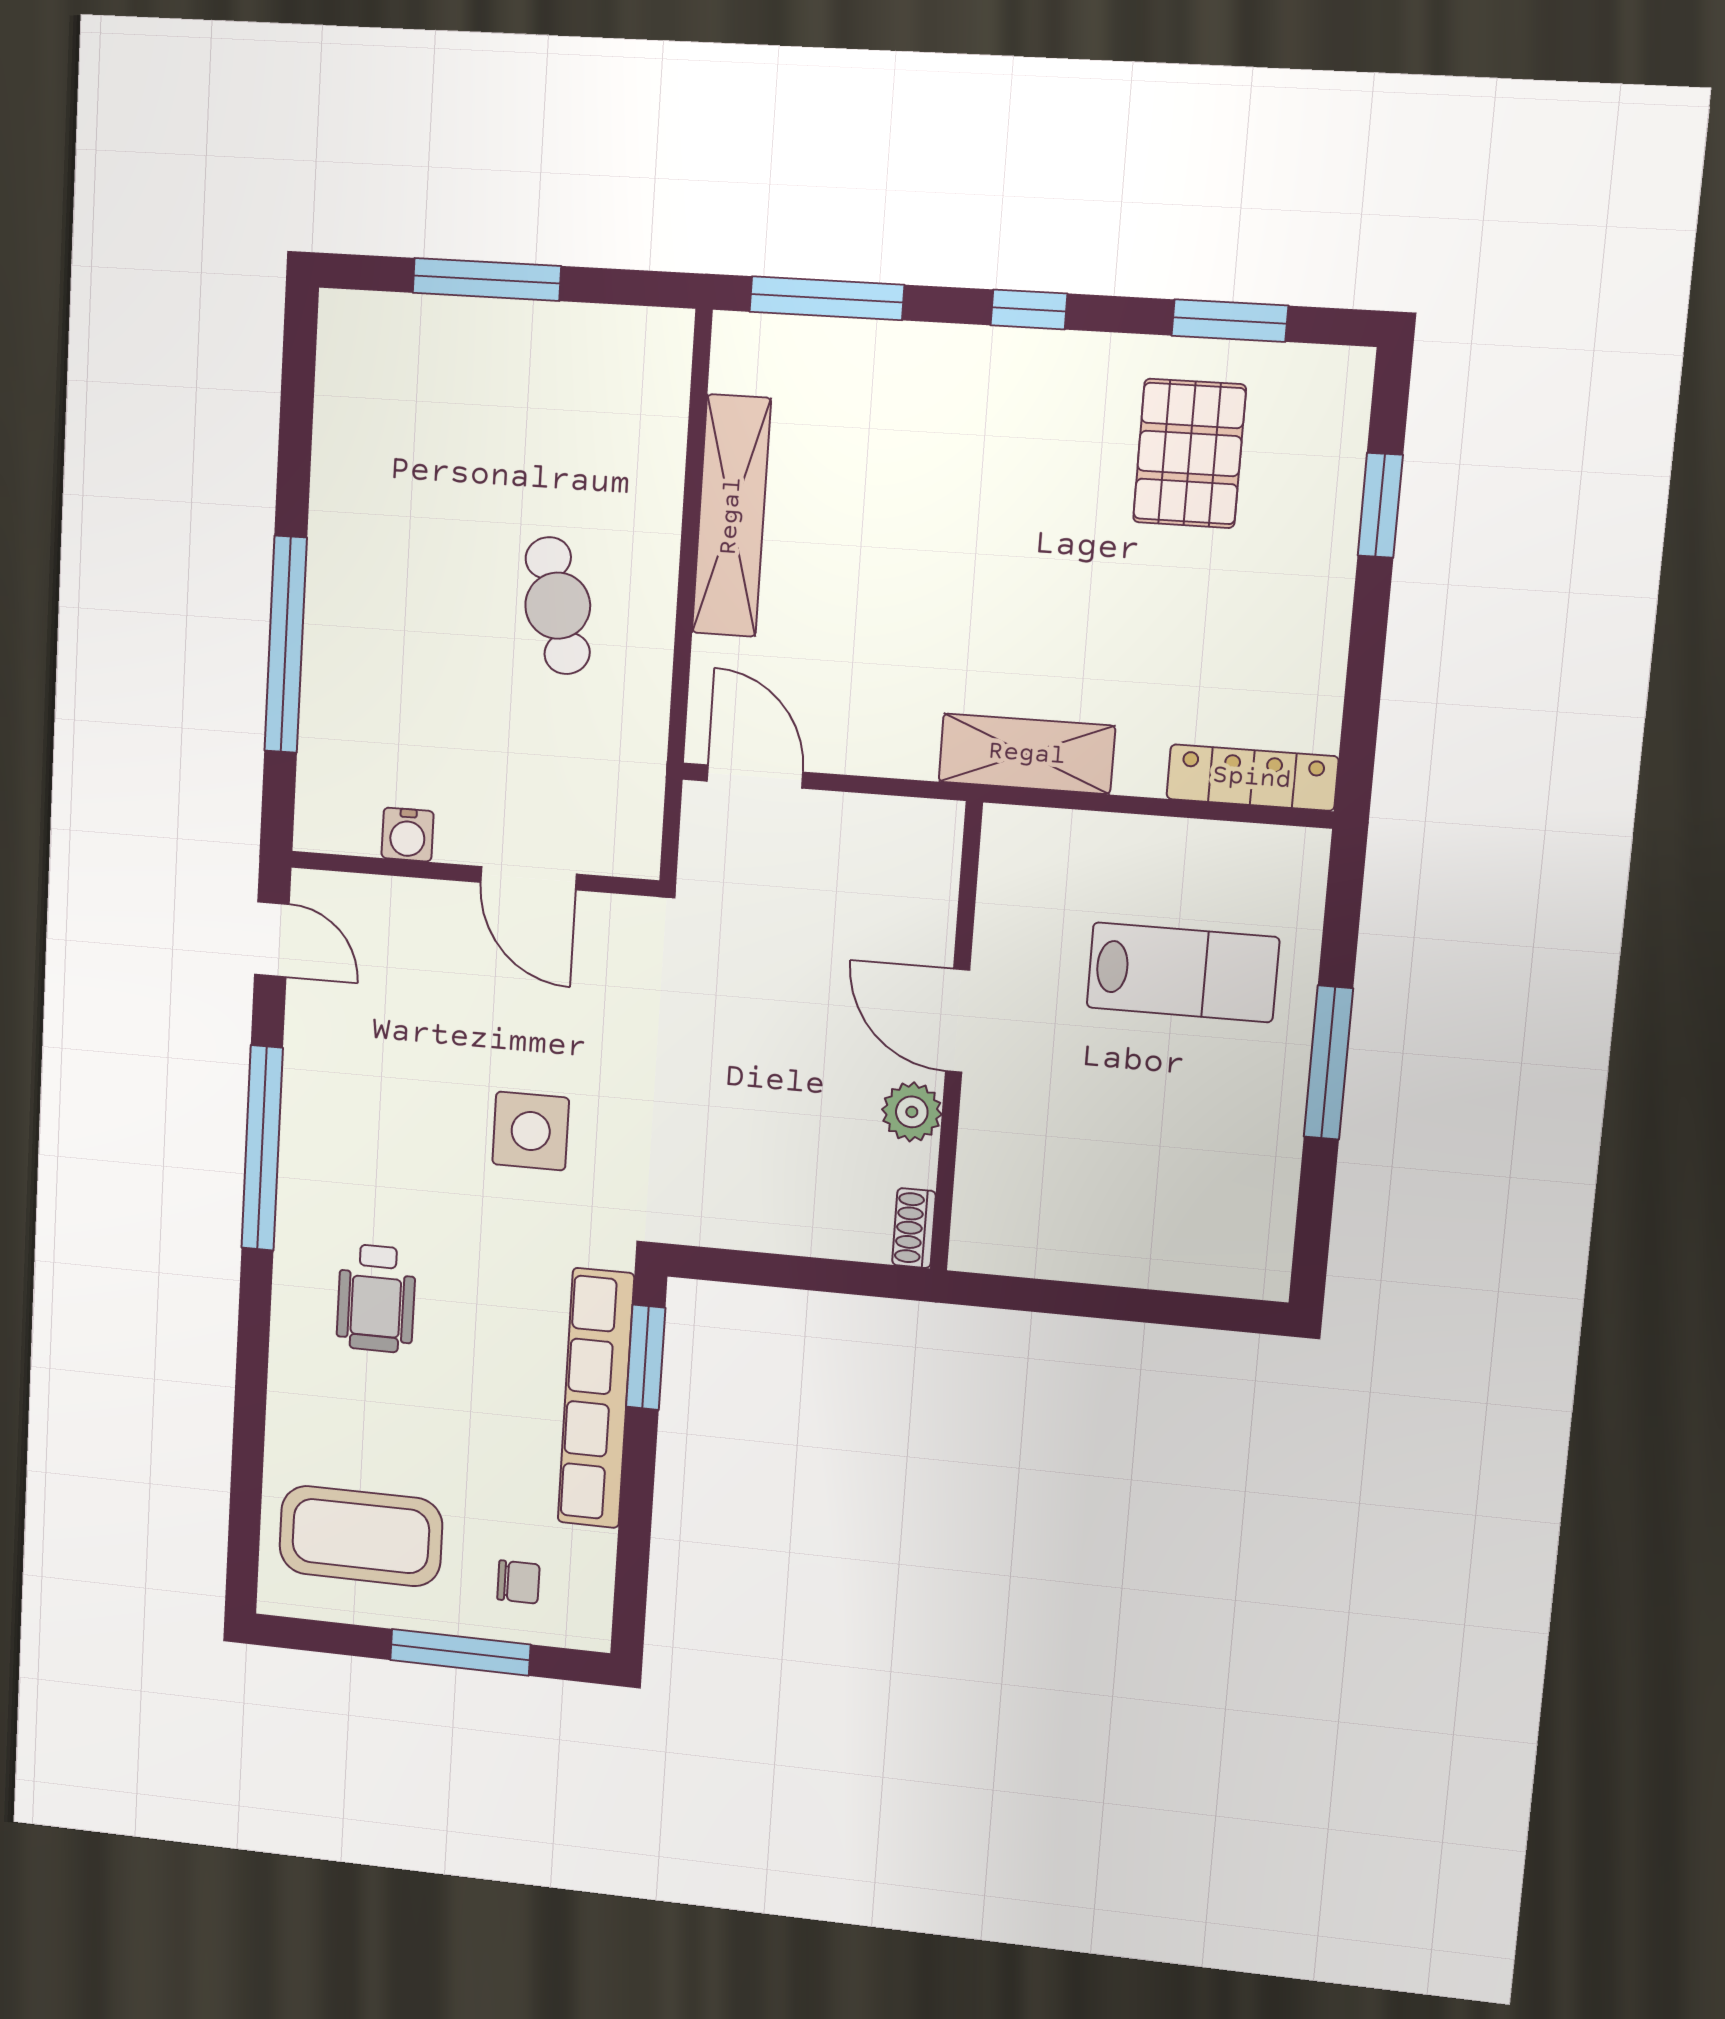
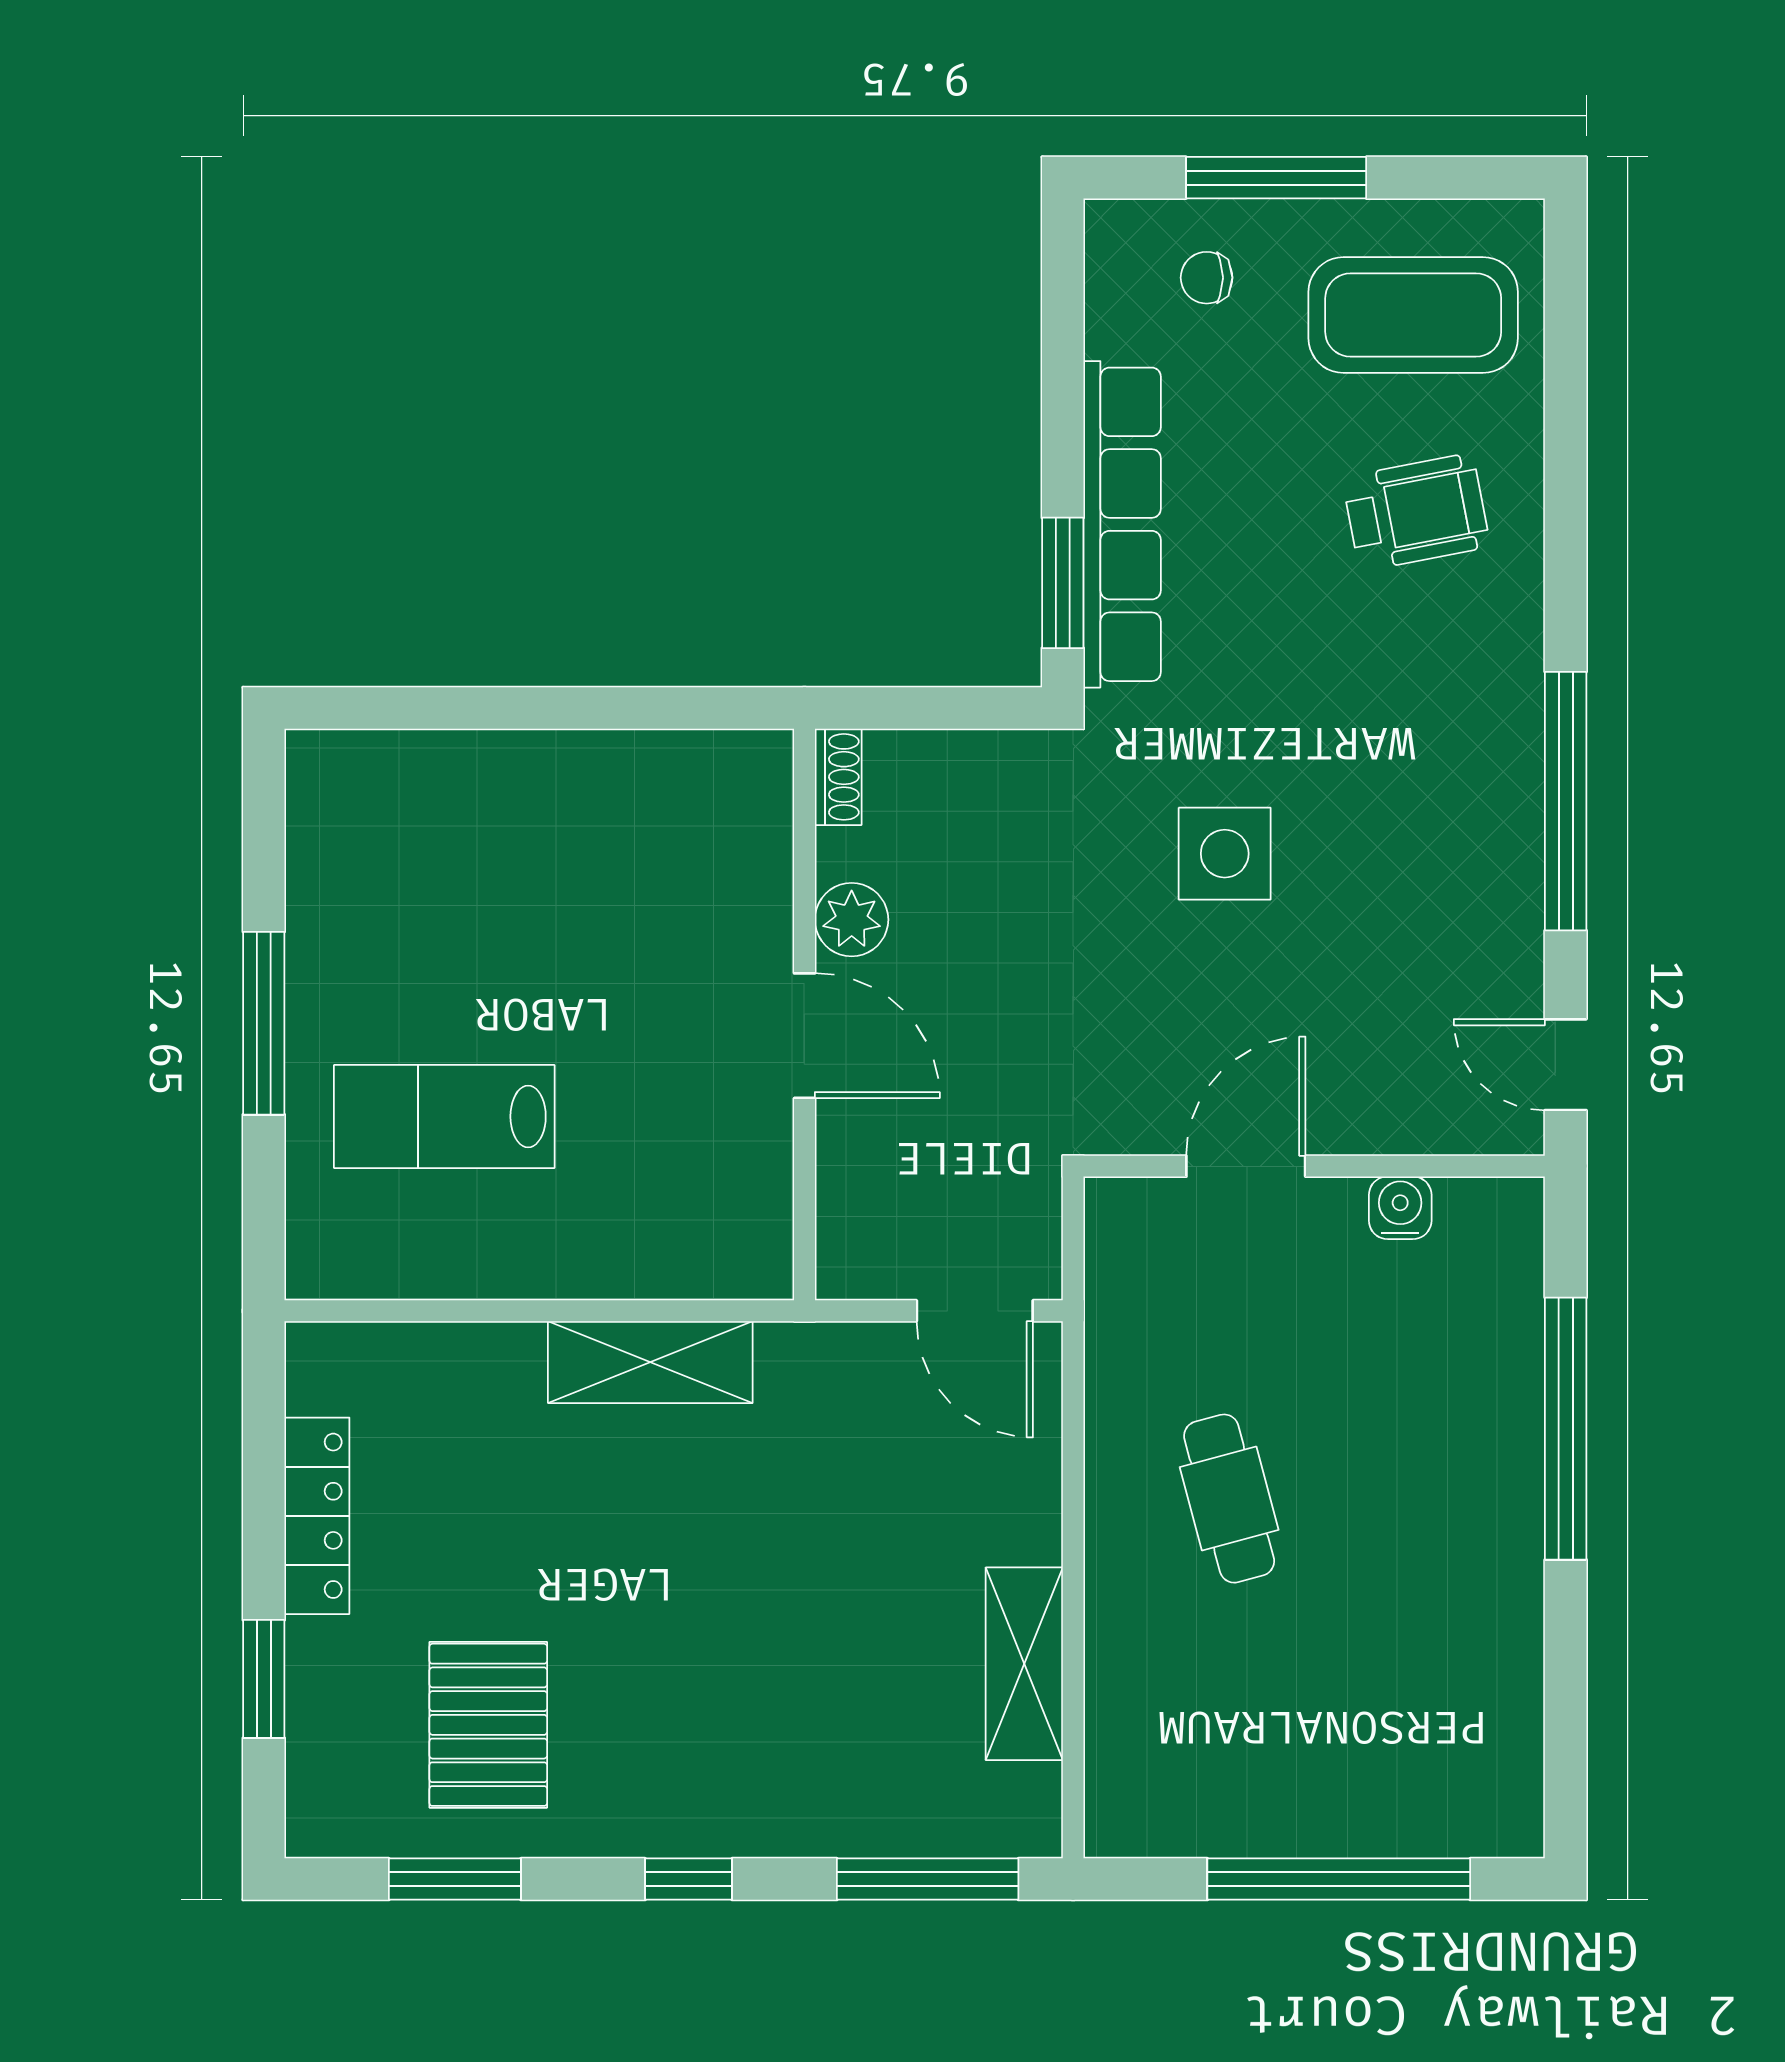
window: (487, 279) -> (1339, 1879), width x1.46
shelving: (731, 516) -> (1024, 1664), width x0.68
locker: (1252, 778) -> (317, 1516), moved, turned -90
door: (528, 878) -> (1246, 1166), hinge flipped
door: (958, 1021) -> (804, 1036), moved
wall: (956, 1038) -> (804, 1015), moved
plant: (912, 1112) -> (852, 920), moved
shoe rack: (914, 1228) -> (838, 777), moved
wheelchair: (376, 1298) -> (1416, 512), moved, turned 79

